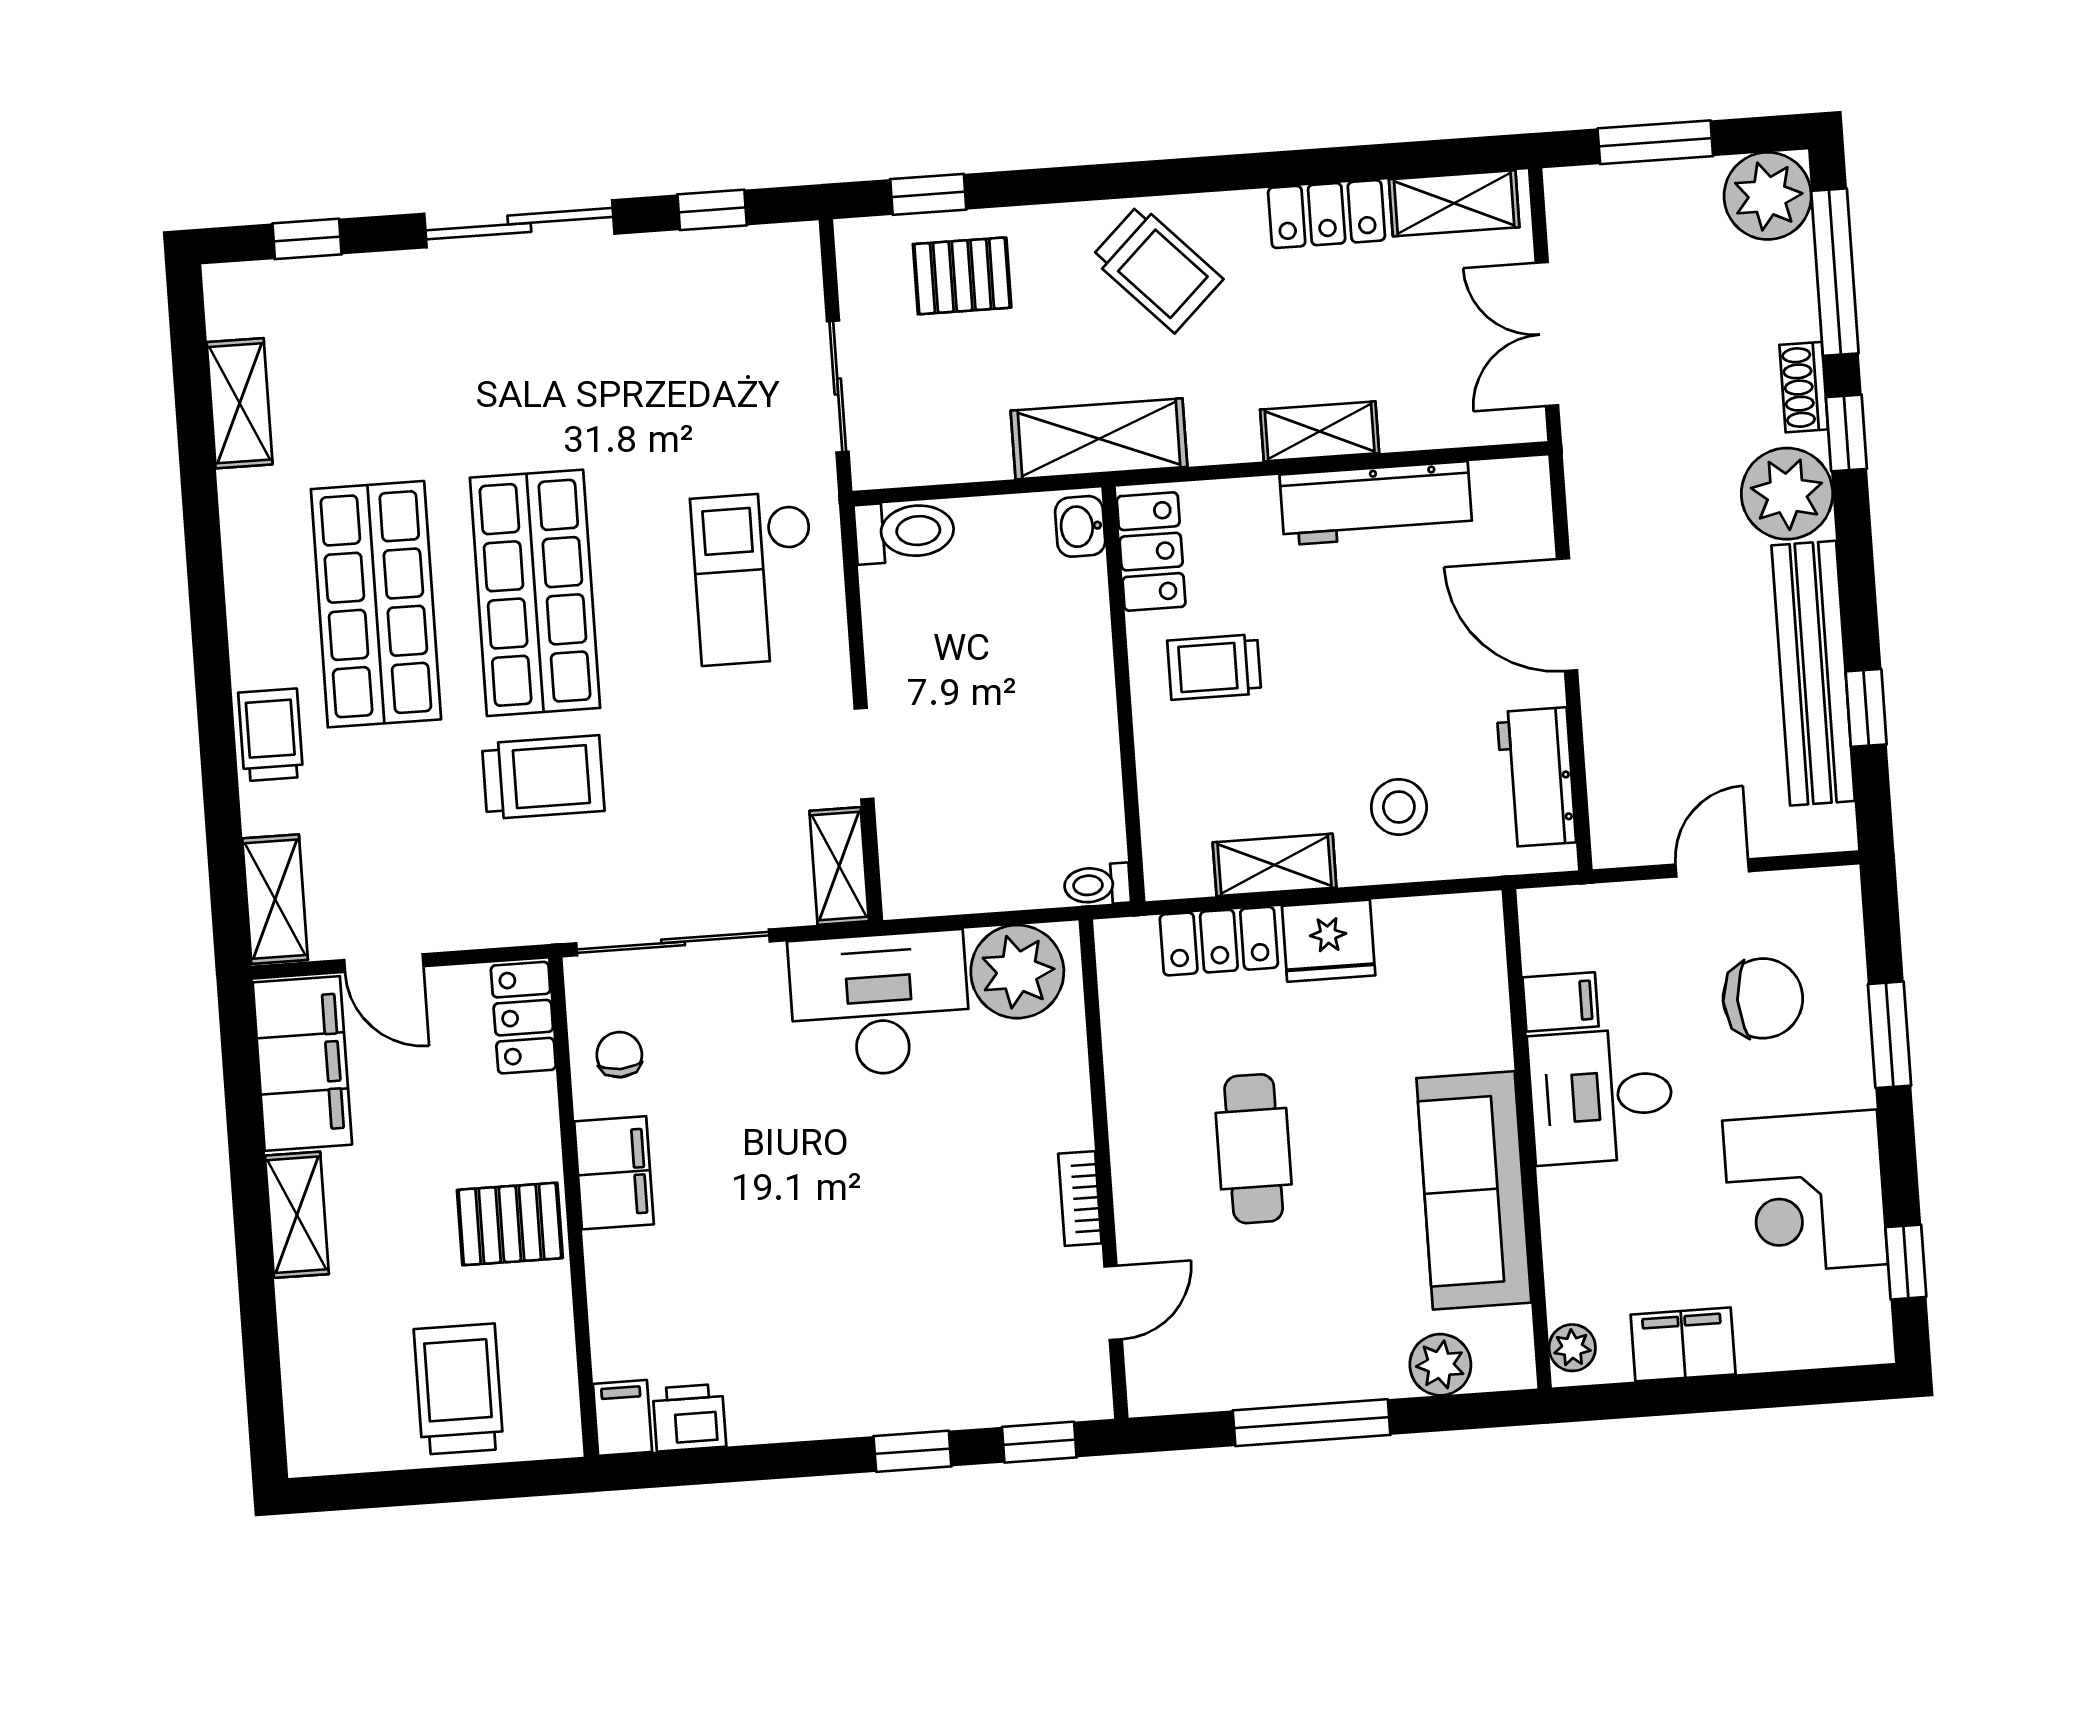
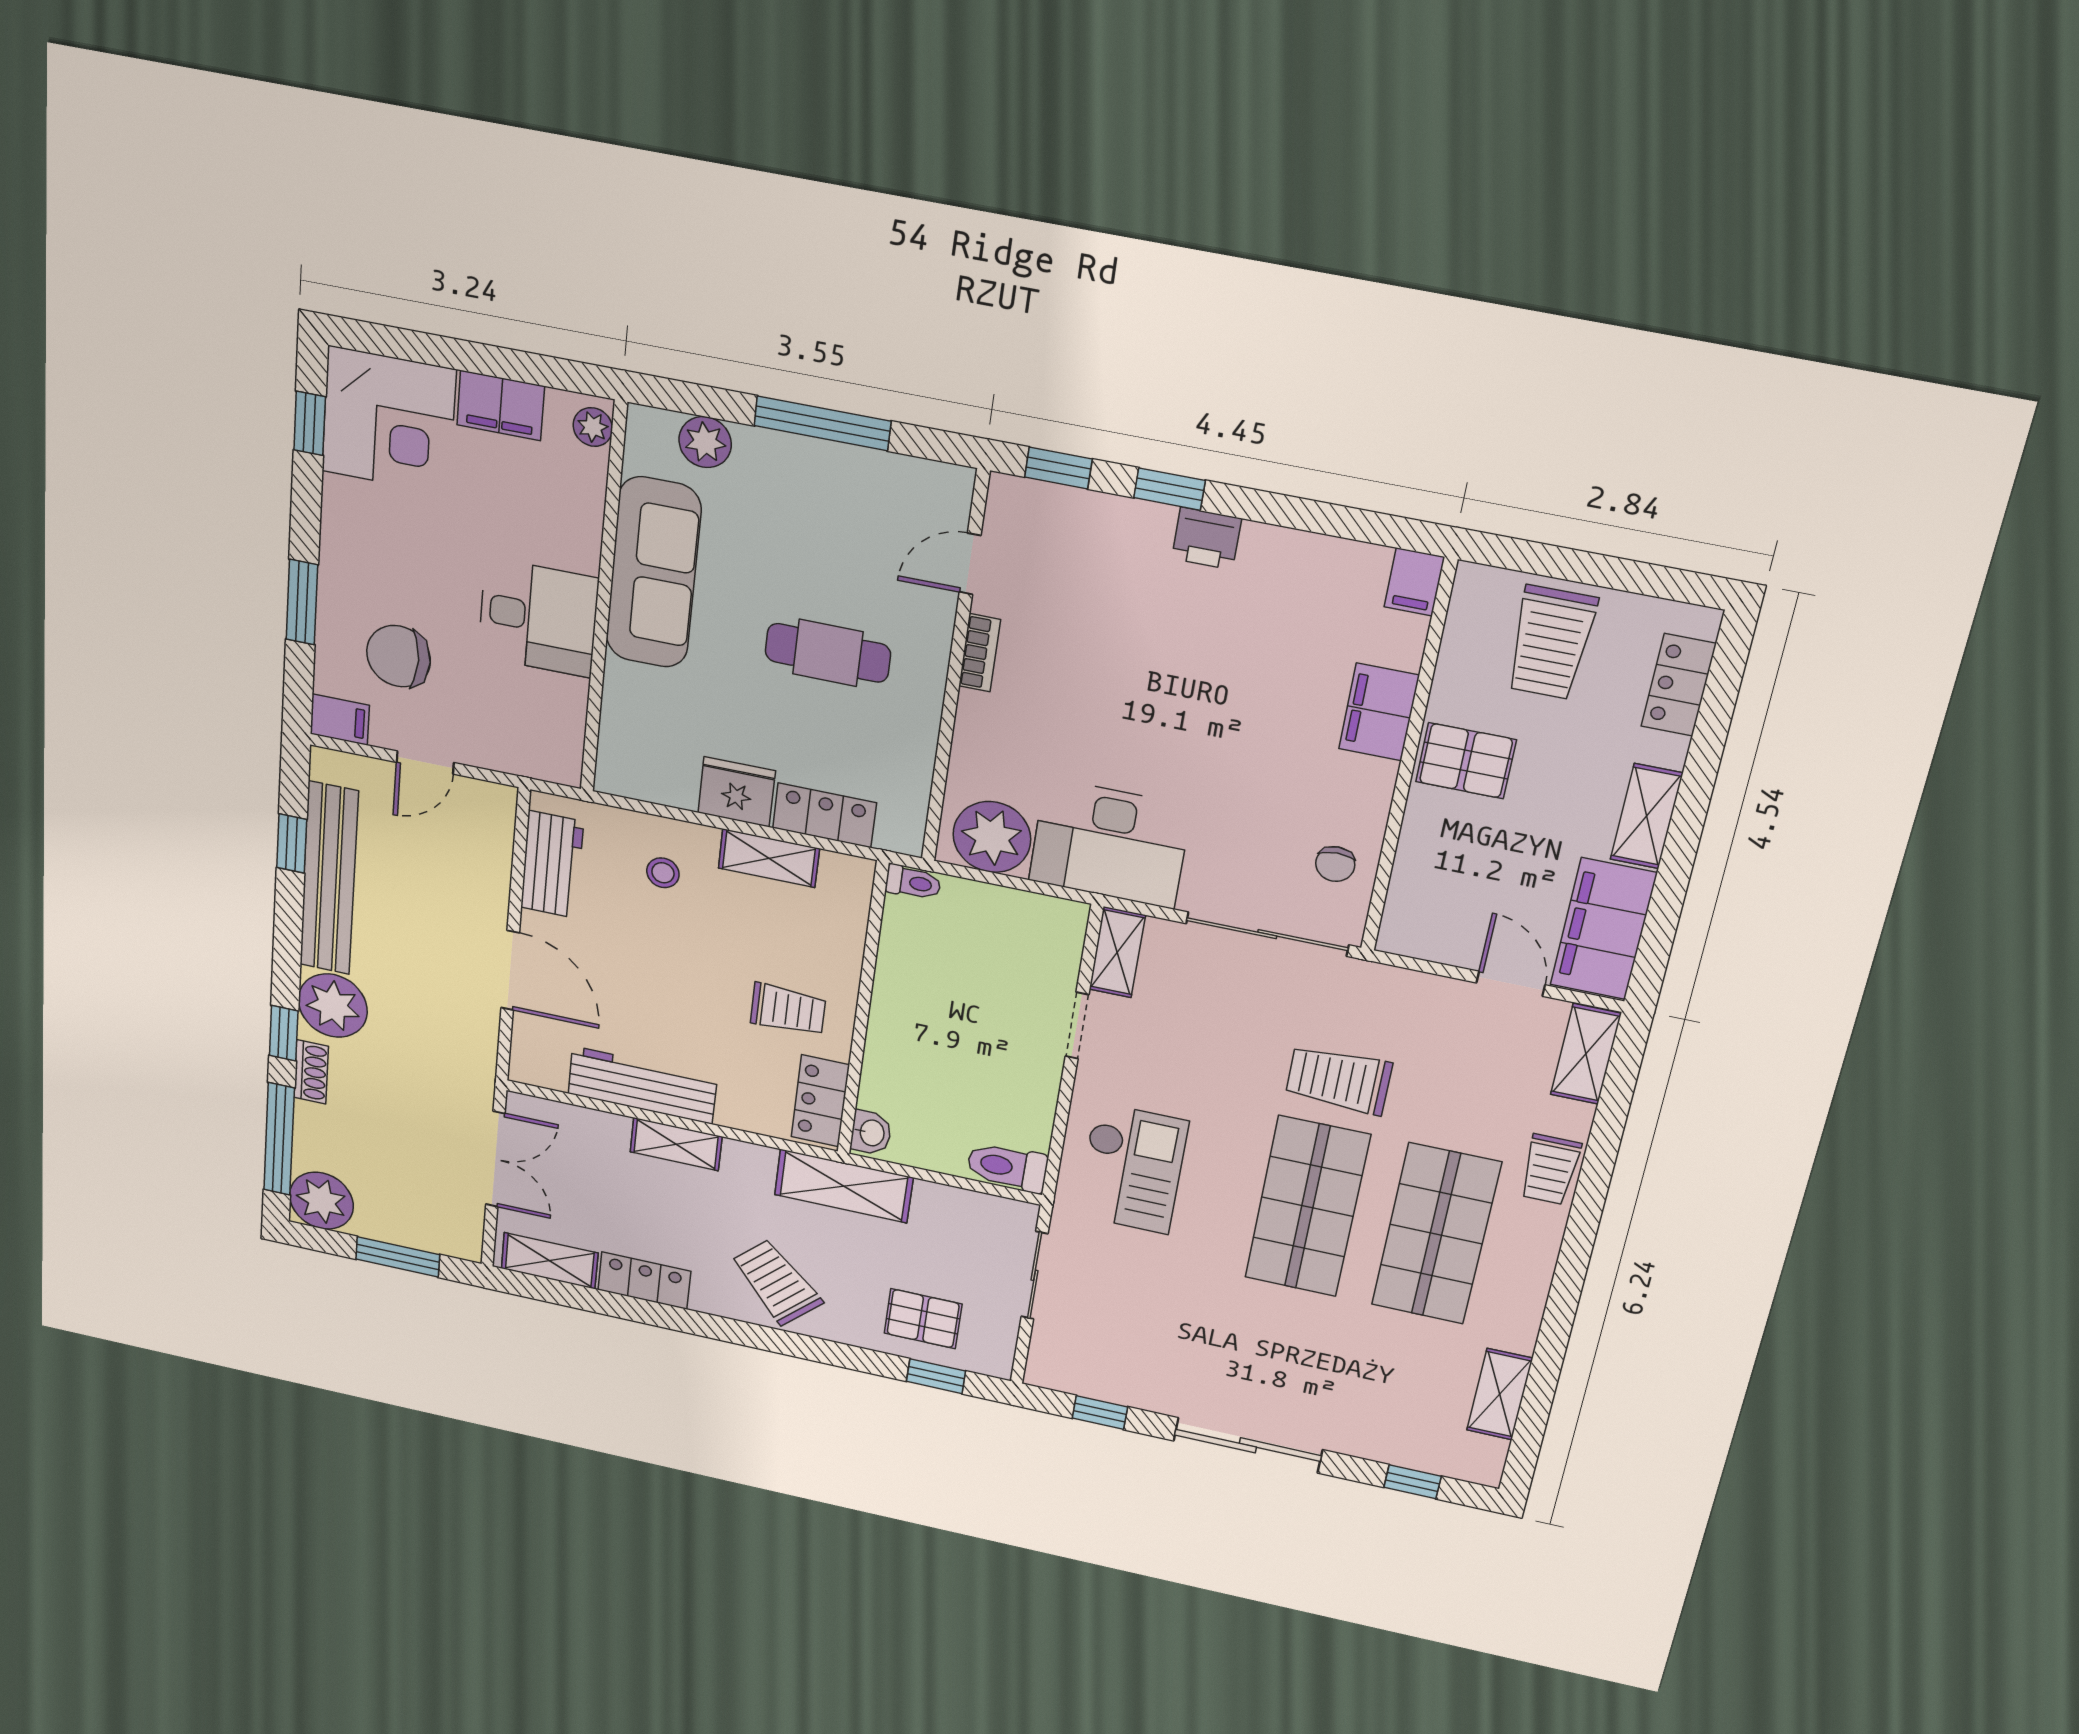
stool: (1399, 807) -> (663, 873), width x0.73, depth x0.73
filing cabinet: (1561, 1002) -> (340, 720), moved, turned 180
locker: (523, 1018) -> (1679, 685), moved, turned 180
cafe table: (1254, 1149) -> (828, 653), turned 90
filing cabinet: (614, 1173) -> (1379, 712), moved
corner desk: (1805, 1192) -> (389, 420), moved, turned 90
printer: (689, 1418) -> (1207, 538), moved

